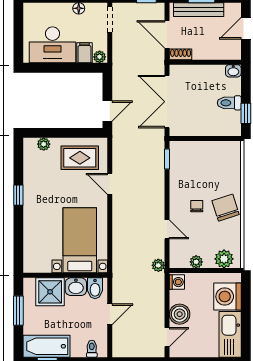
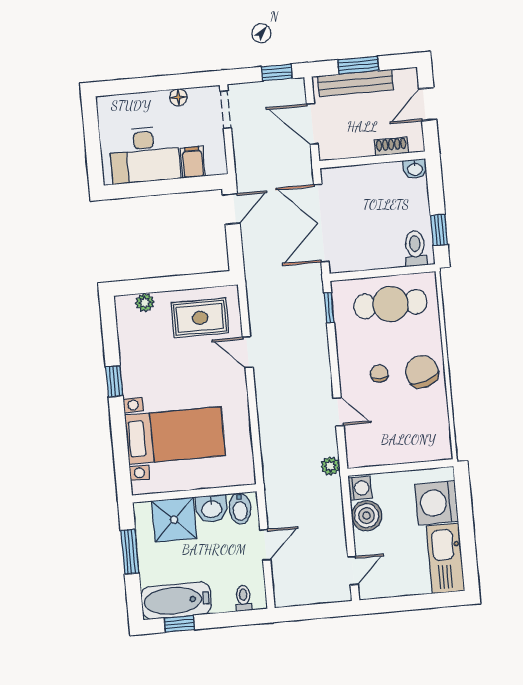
shoe rack: (181, 54) -> (391, 146), moved
plant: (100, 57) -> (216, 166), removed
toilet: (229, 103) -> (415, 248), moved, turned 90
door: (107, 111) -> (231, 209), moved
cafe table: (209, 160) -> (390, 304), added
bed with nightstands: (80, 240) -> (175, 435), moved, turned 90
plant: (224, 259) -> (427, 448), removed
plant: (196, 262) -> (386, 456), removed
boiler: (180, 314) -> (367, 516), moved

